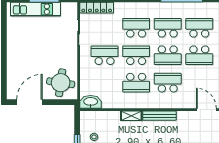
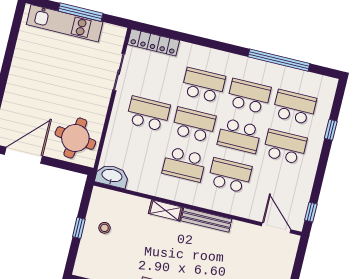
school desk: (199, 55) -> (285, 147), turned 180

